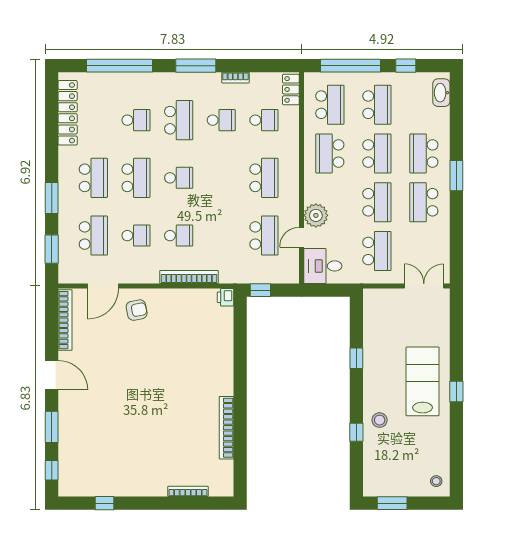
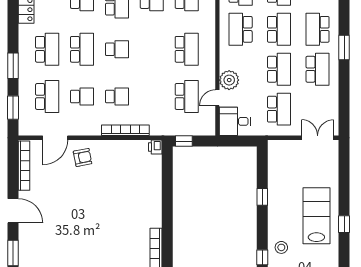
school desk: (424, 202) -> (318, 69), turned 180

